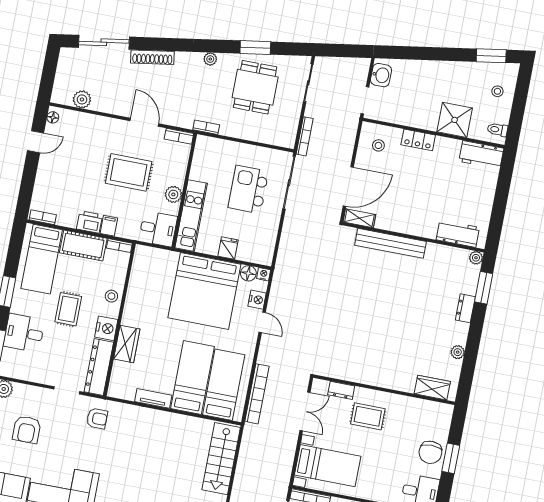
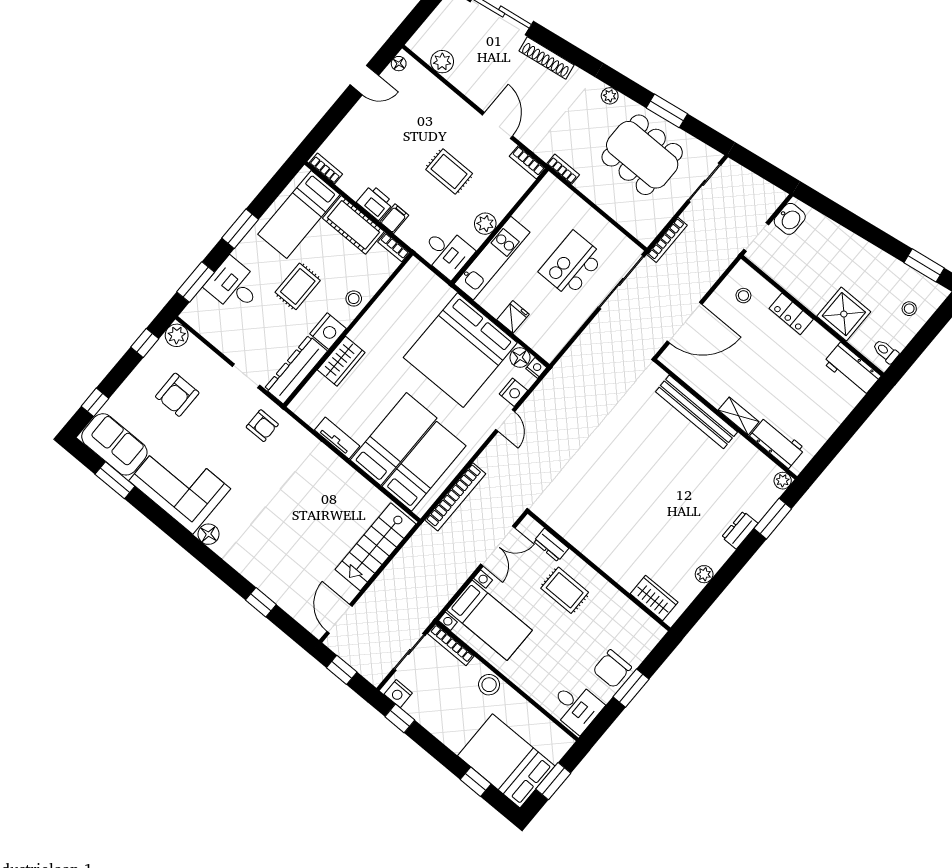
dining table: (255, 87) -> (642, 155), width x1.38
rug: (129, 172) -> (449, 172), width x0.73, depth x0.70
shelving: (359, 218) -> (739, 416), moved

